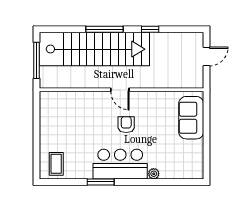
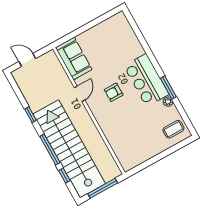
window: (70, 29) -> (64, 176), added
door: (120, 90) -> (80, 94), moved
sofa: (191, 118) -> (74, 58), moved, turned -90
plant: (154, 174) -> (168, 102), moved

